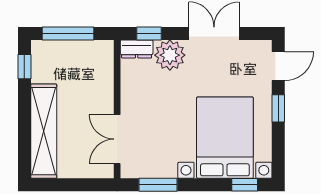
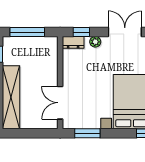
plant: (170, 55) -> (95, 42), width x0.53, depth x0.53

